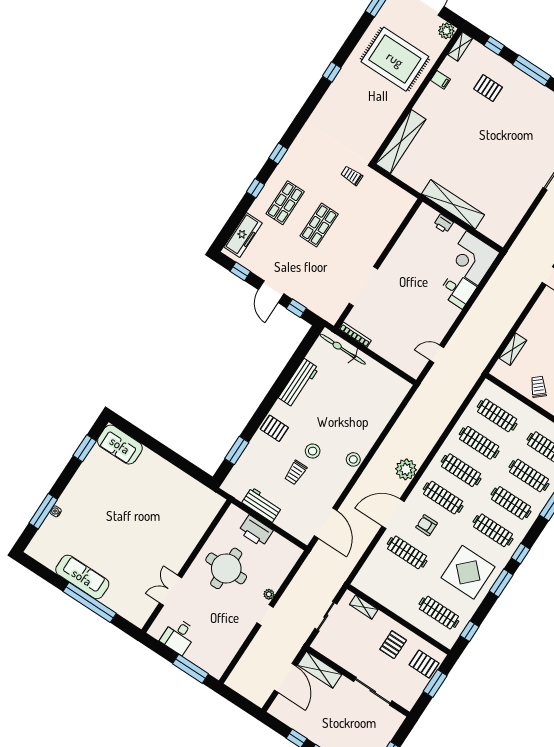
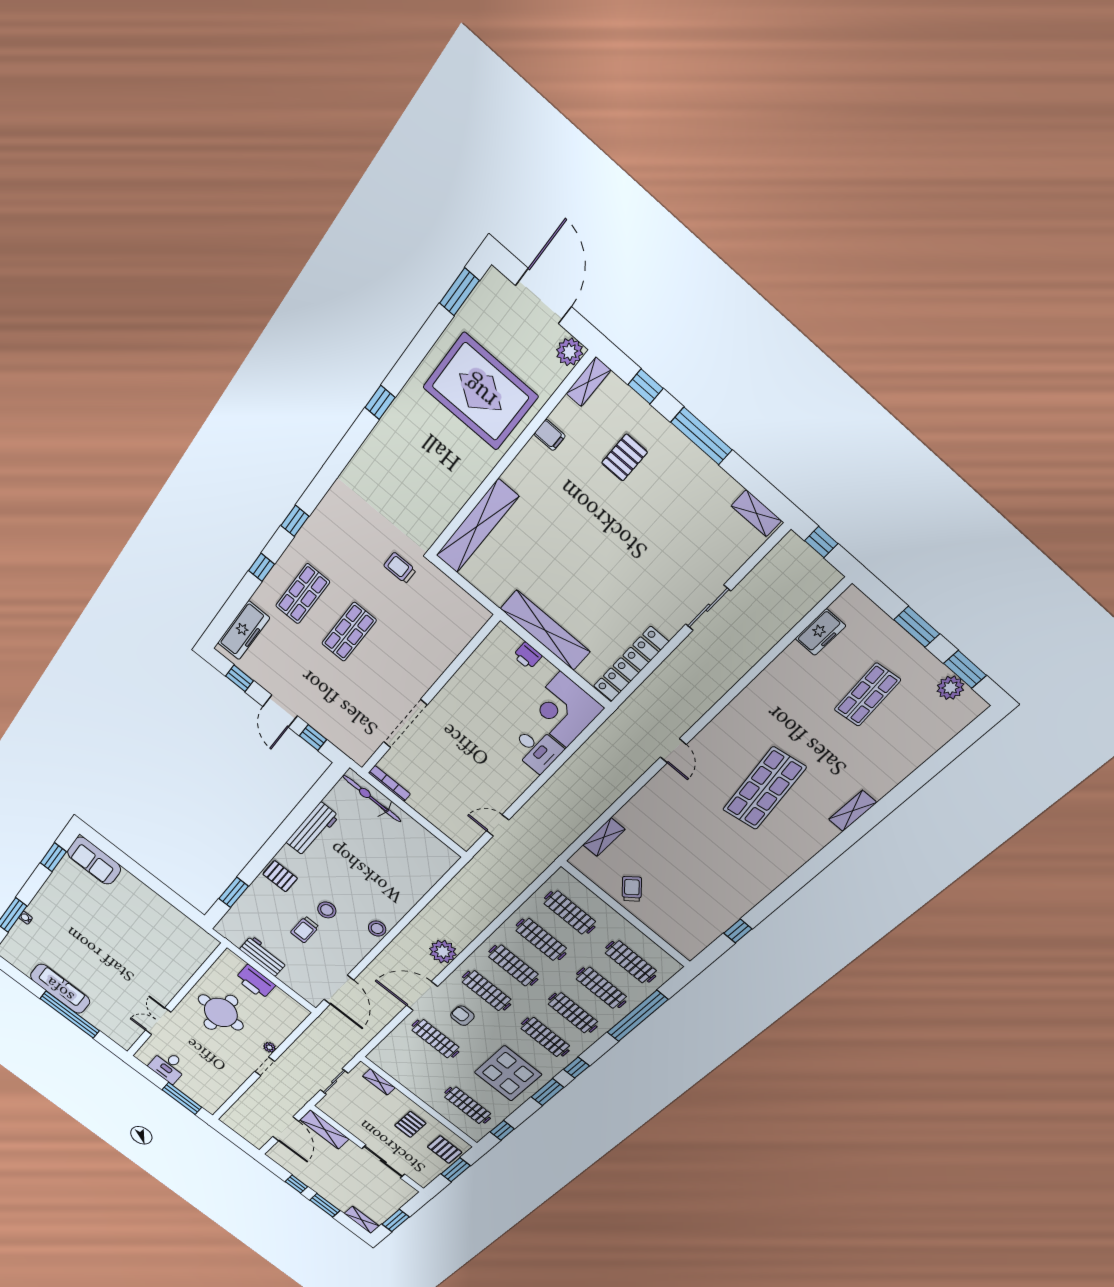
pallet: (488, 88) -> (624, 458), turned 90
locker: (512, 219) -> (631, 664), added

